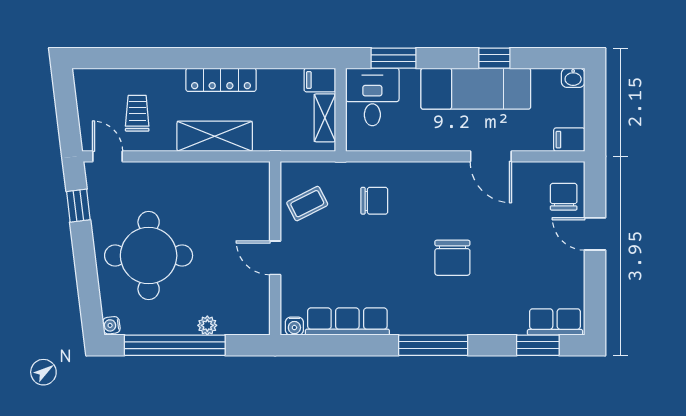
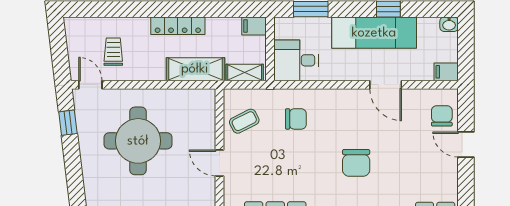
desk: (372, 97) -> (296, 60), moved, turned -90
shelving: (325, 118) -> (245, 73), moved, turned 90
shelving: (215, 136) -> (195, 69), moved
round table: (149, 256) -> (138, 141), moved

